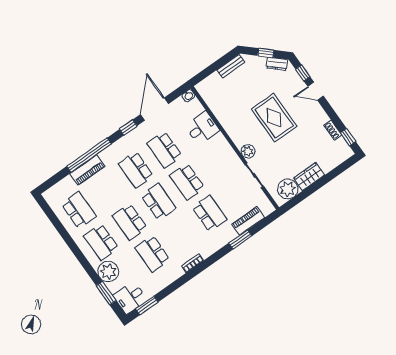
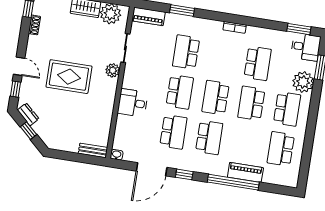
bench: (231, 66) -> (93, 150), moved
rug: (274, 118) -> (69, 77), turned 90
desk: (202, 128) -> (133, 103), moved
piano: (248, 221) -> (148, 16), moved
school desk: (130, 222) -> (251, 103), turned 180

